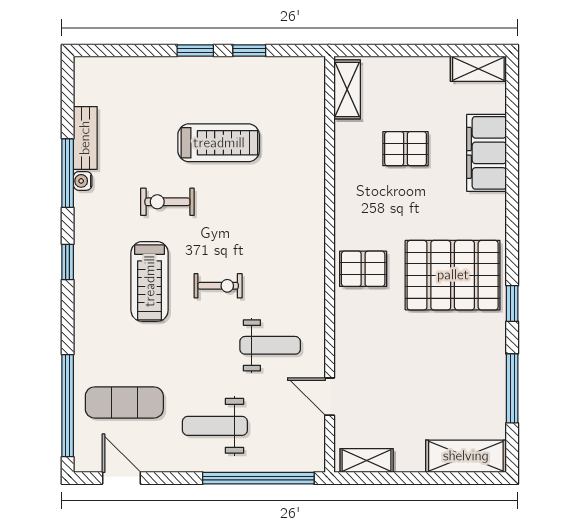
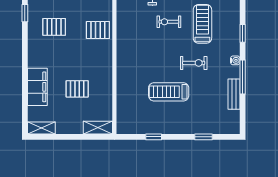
window: (195, 51) -> (203, 137), moved
shelving: (347, 89) -> (98, 128), moved, turned 90
water cooler: (83, 181) -> (235, 60), moved
pallet: (453, 275) -> (54, 27), width x0.49, depth x0.50

